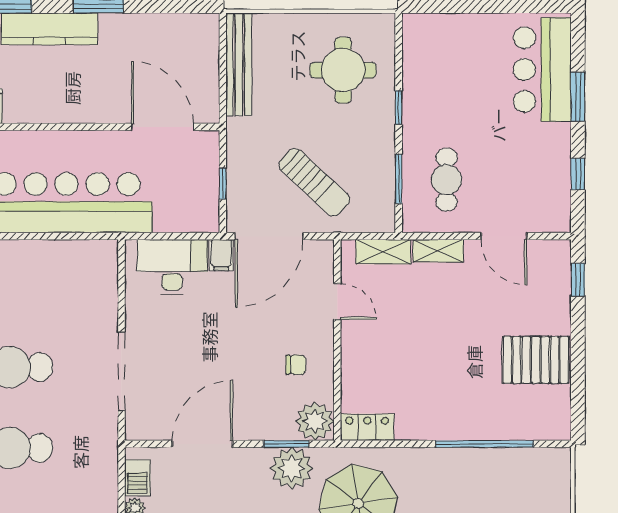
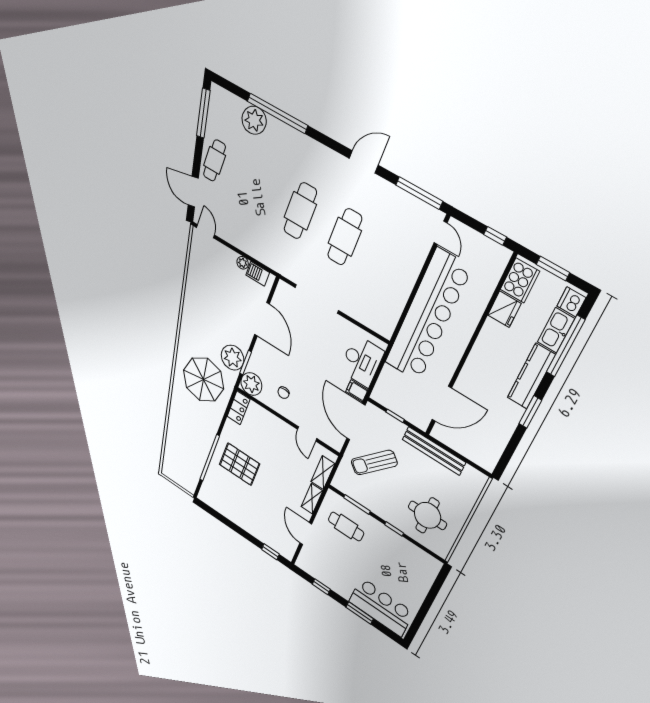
bench: (239, 64) -> (434, 451), moved
door: (504, 236) -> (306, 534), hinge flipped
door: (337, 302) -> (307, 434), hinge flipped
pallet: (536, 360) -> (240, 464), moved, turned 90

